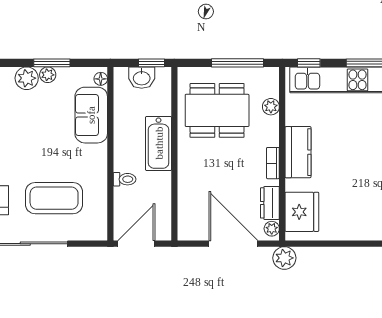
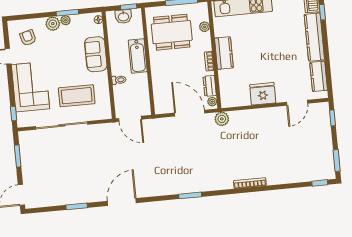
sofa: (91, 115) -> (96, 54), moved
fridge: (302, 212) -> (263, 94), moved, turned -90
door: (136, 244) -> (130, 119), swing flipped

